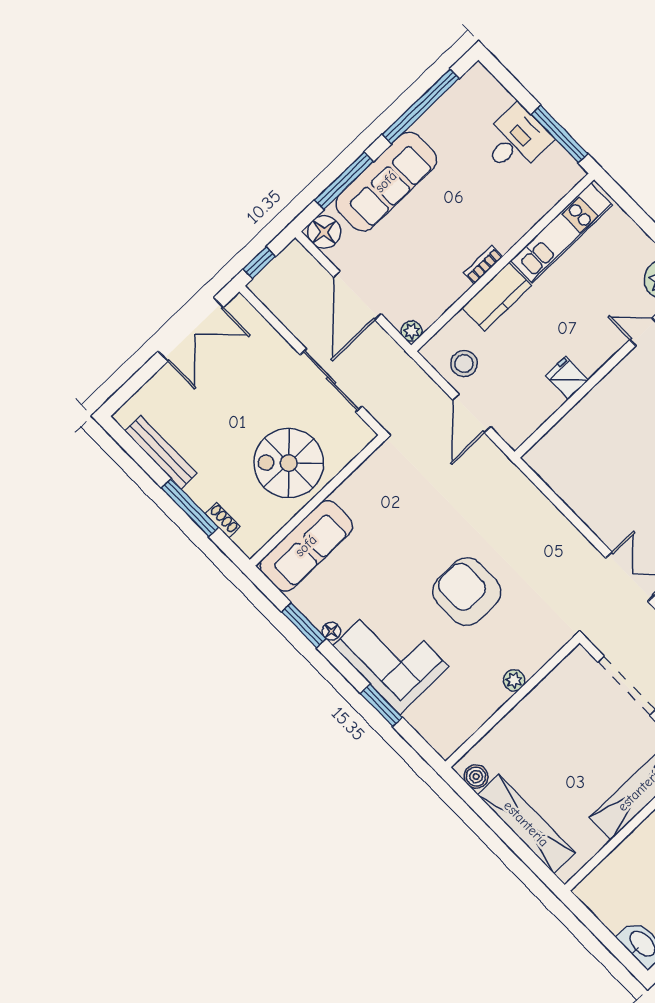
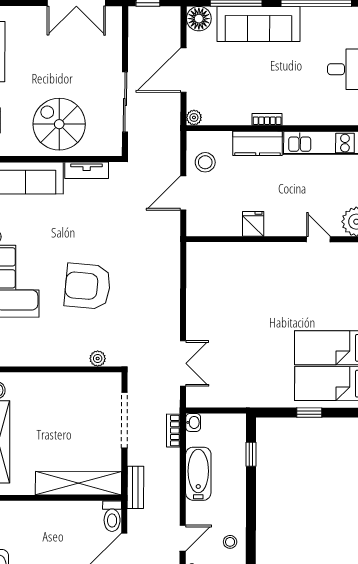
tv unit: (358, 482) -> (87, 170), added
armchair: (467, 592) -> (88, 286), turned -85
plant: (514, 680) -> (98, 359), moved

